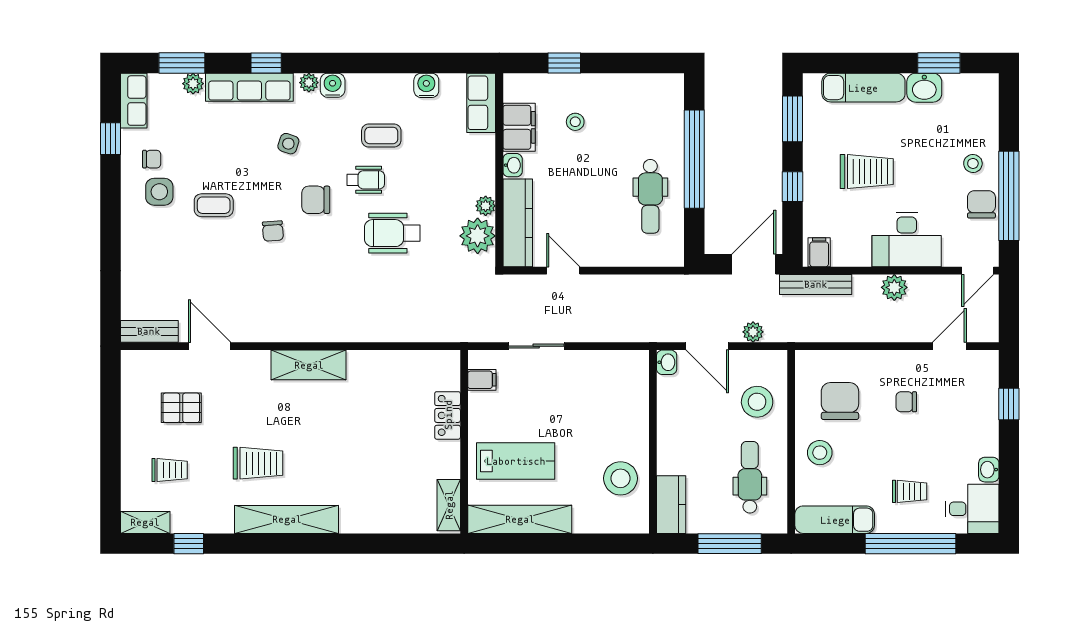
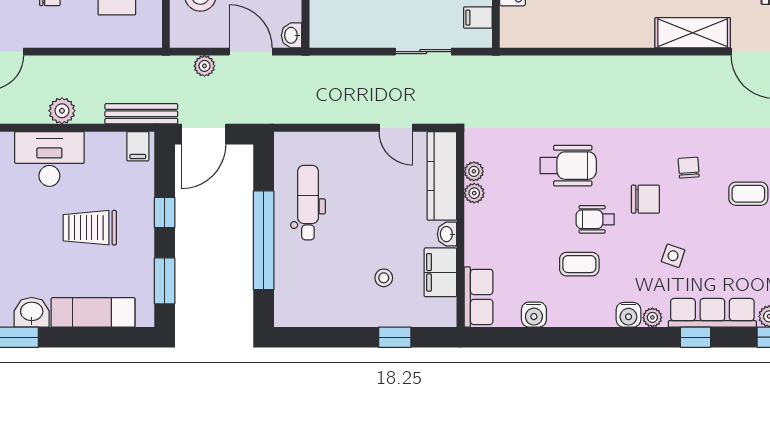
plant: (478, 236) -> (474, 171), width x0.53, depth x0.53
shelving: (309, 365) -> (693, 33), moved

